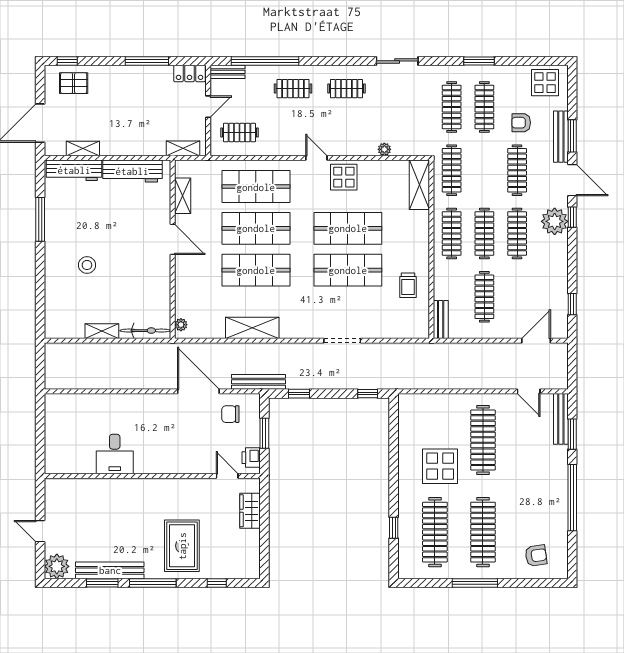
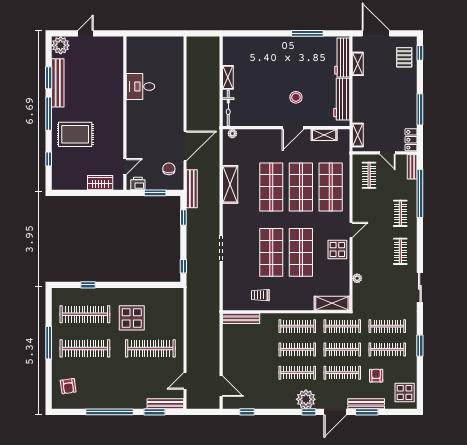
stool: (87, 265) -> (296, 97), moved
clothes rail: (484, 297) -> (342, 349), moved
bench: (441, 319) -> (241, 318), width x1.36

